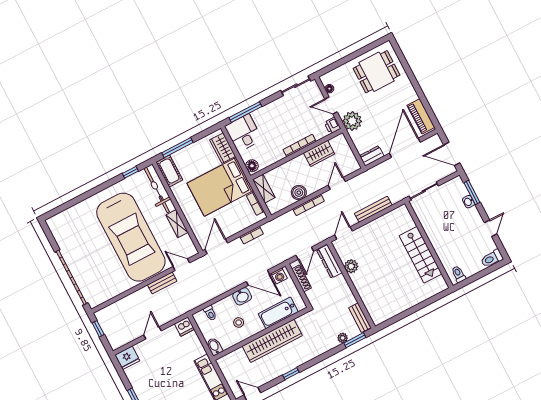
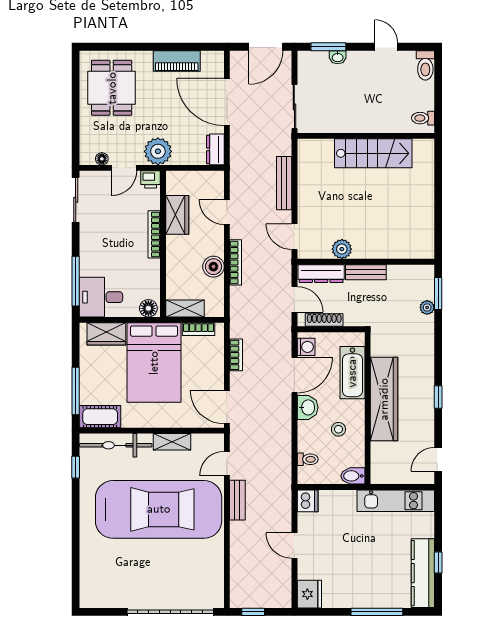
piano: (421, 116) -> (177, 61), moved
bench: (360, 318) -> (366, 272), moved

